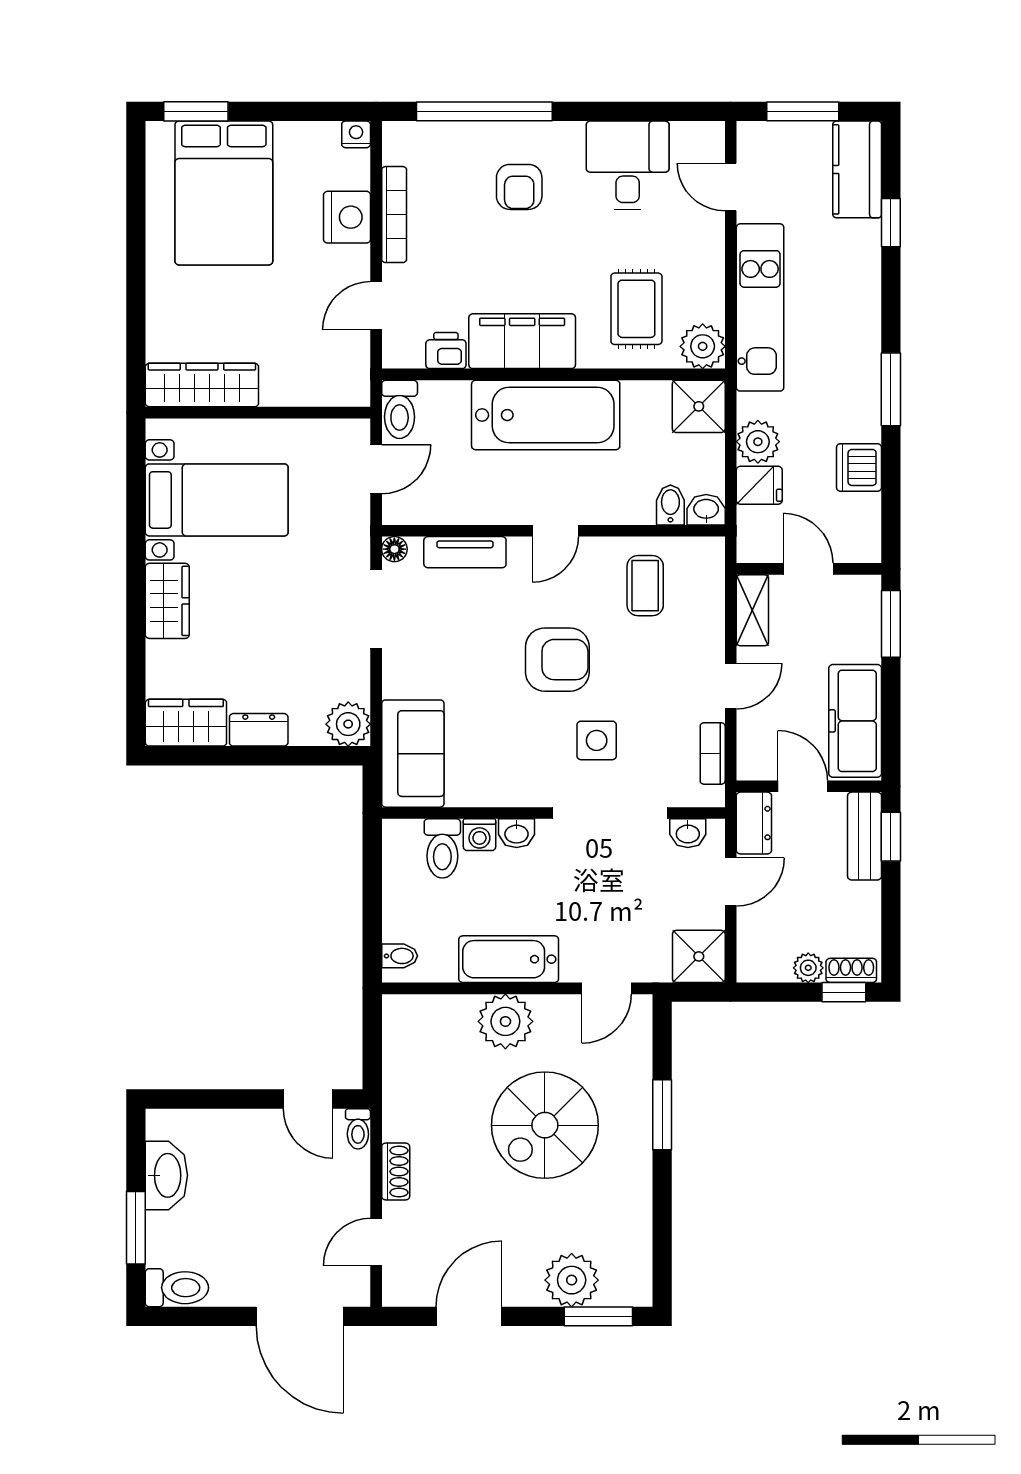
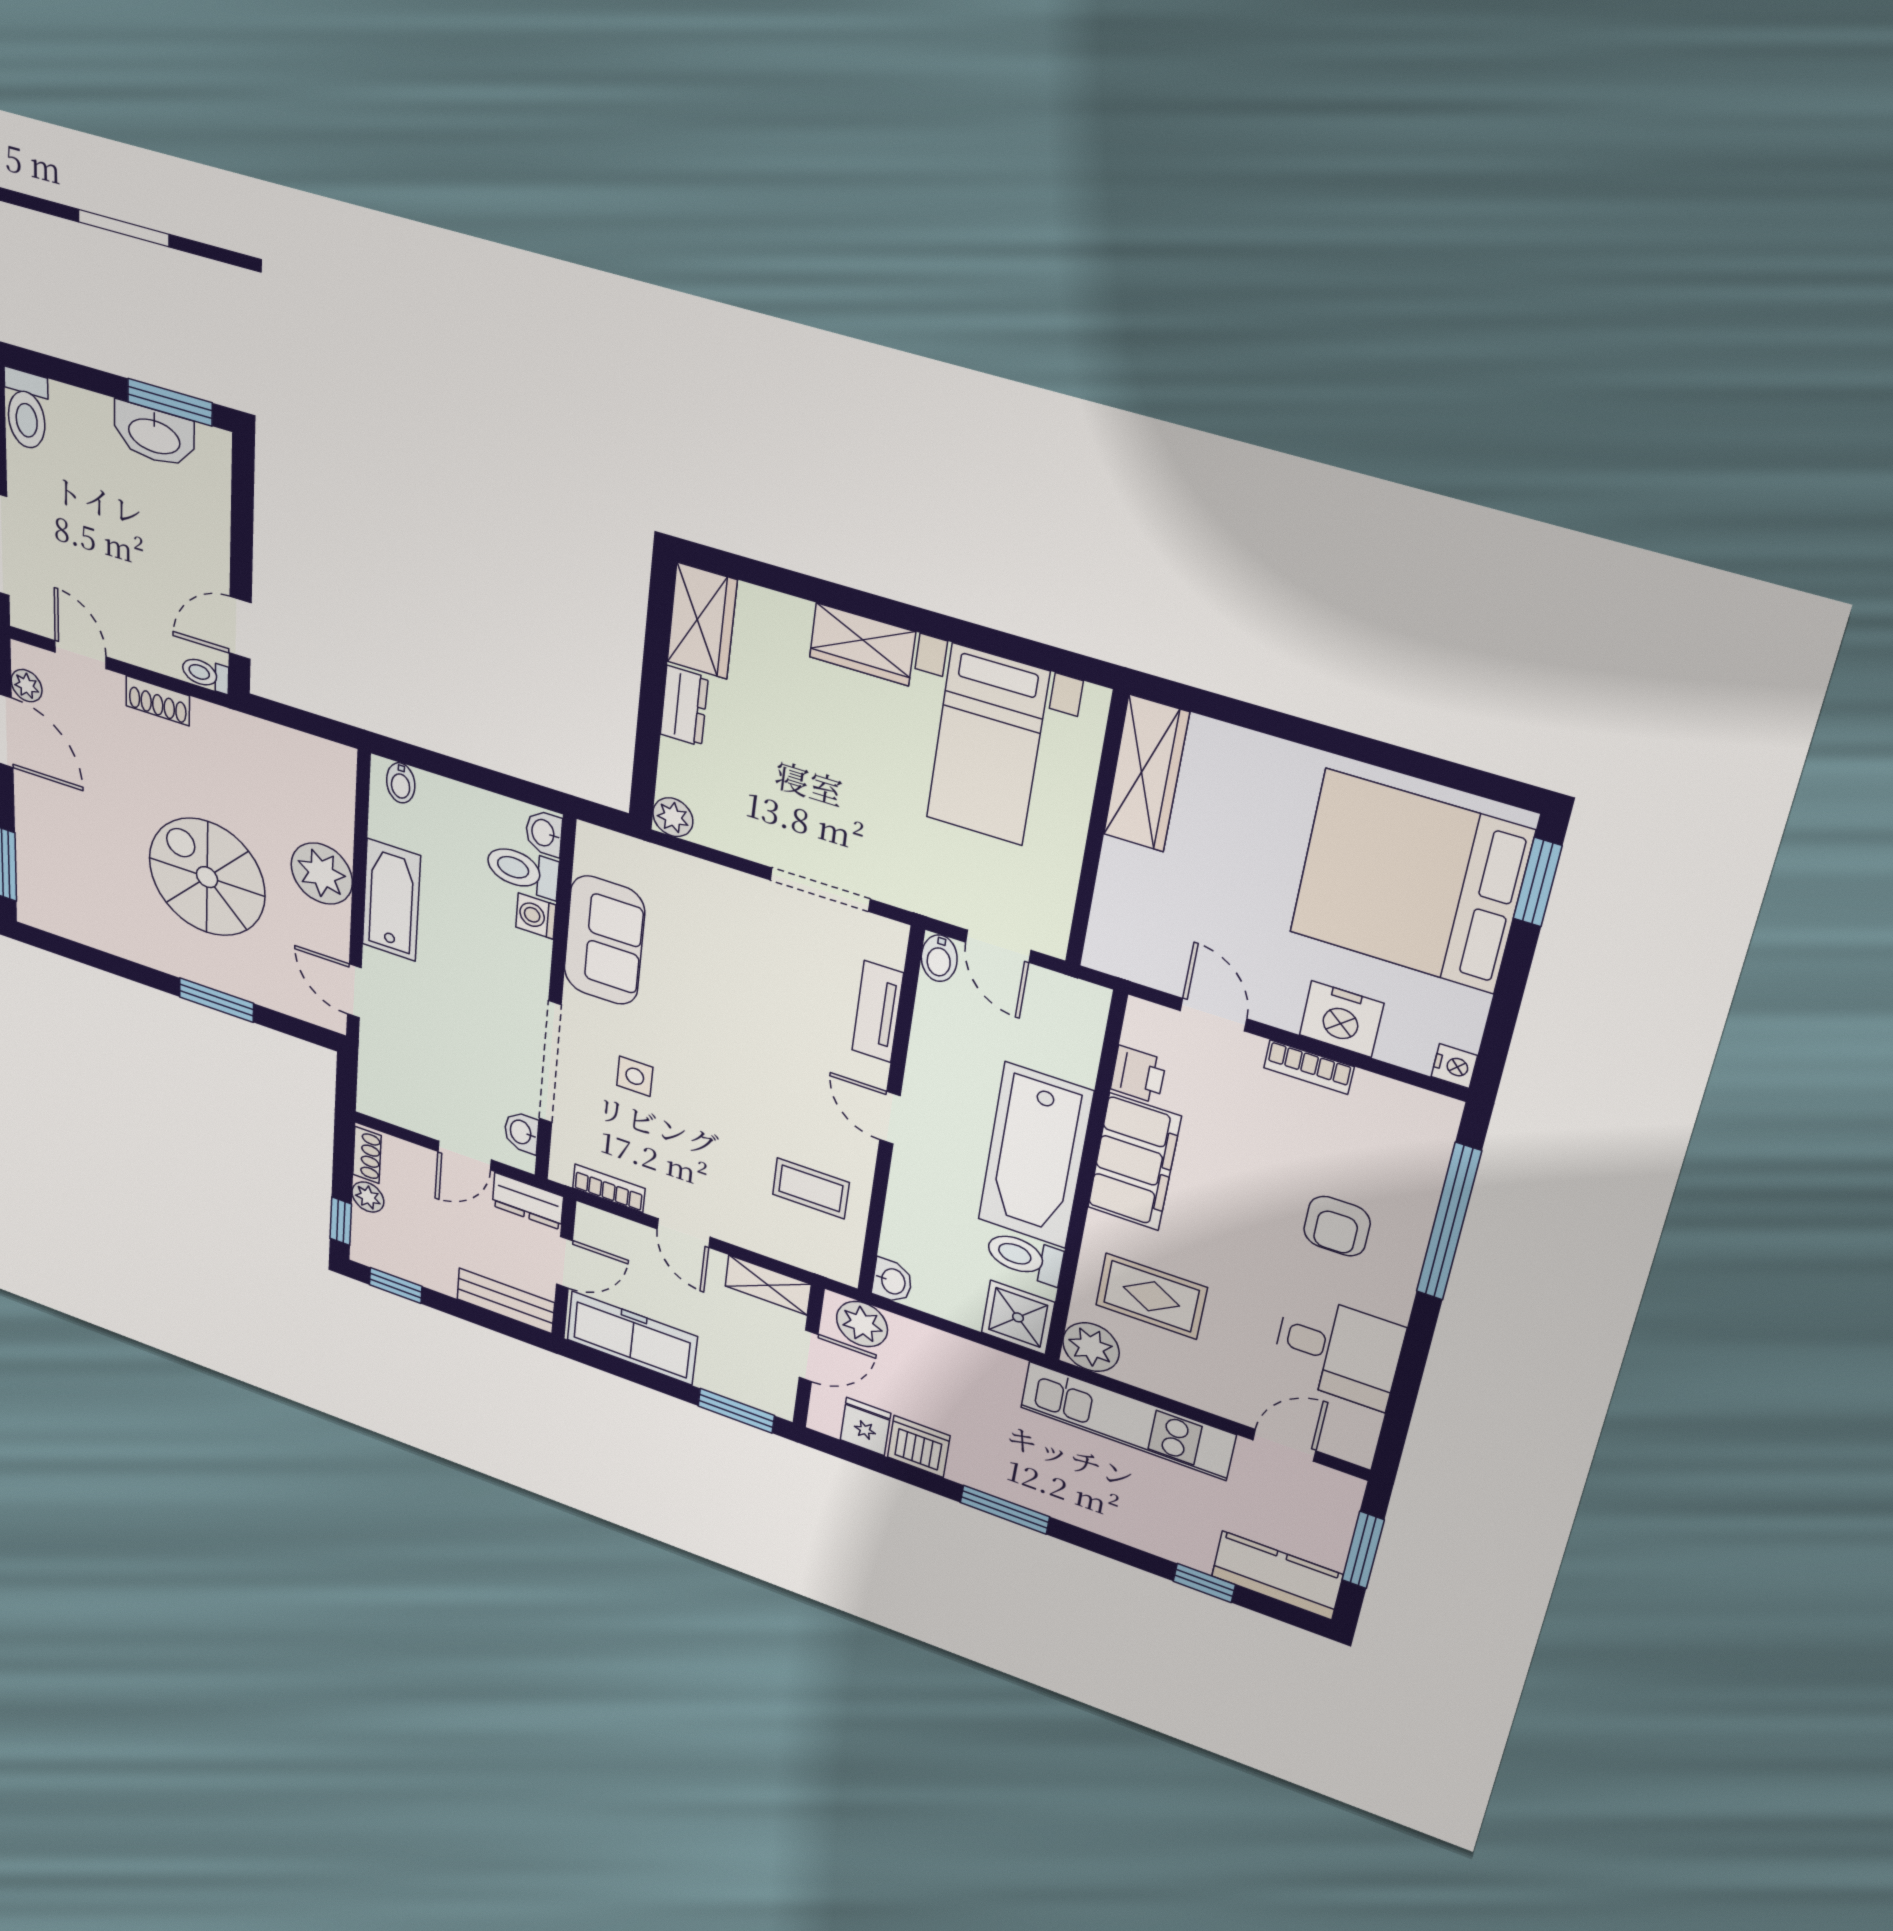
armchair: (519, 187) -> (1337, 1226), turned -90
bed: (224, 193) -> (1410, 882), width x1.36
bookcase: (394, 215) -> (1309, 1067), width x0.64
toilet: (400, 409) -> (1025, 1257), moved
plant: (758, 442) -> (862, 1324), moved
fridge: (759, 485) -> (865, 1427), moved, turned 180
bidet: (670, 505) -> (939, 958), moved, turned 90
floor lamp: (394, 549) -> (893, 934), removed
armchair: (557, 660) -> (734, 1068), removed
plant: (348, 724) -> (673, 817), width x0.73, depth x0.73
side table: (597, 740) -> (635, 1076), width x0.73, depth x0.73
sofa: (413, 754) -> (604, 940), moved, turned -90
washbasin: (517, 833) -> (544, 833), moved
window: (891, 837) -> (396, 1285), moved
door: (731, 882) -> (465, 1156), hinge flipped
shower: (699, 956) -> (385, 1096), removed
shoe rack: (851, 970) -> (367, 1155), moved
window: (136, 1228) -> (170, 402), moved
plant: (572, 1280) -> (27, 686), moved, width x0.53, depth x0.53

